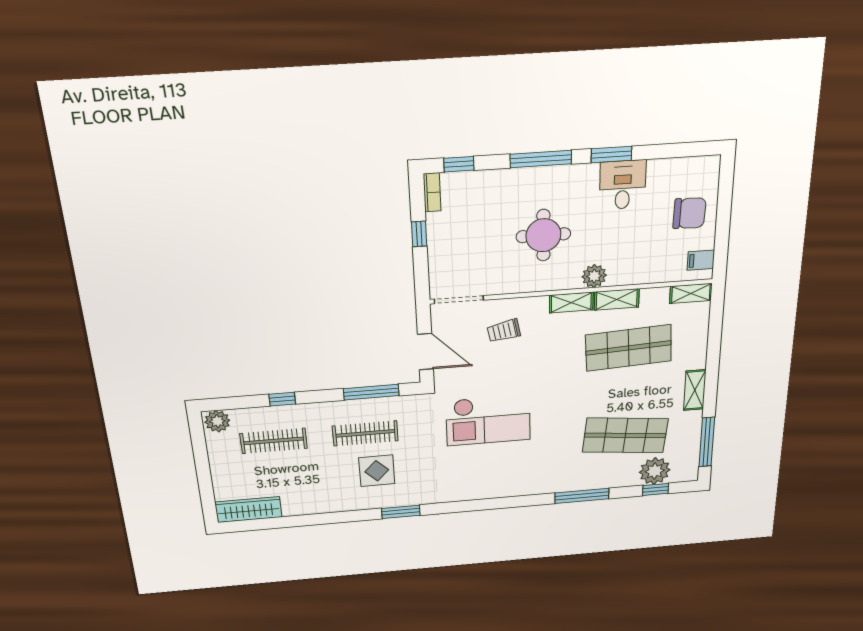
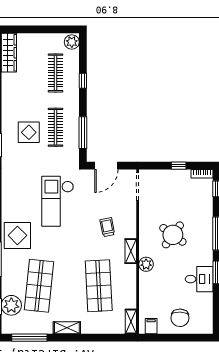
round table: (543, 235) -> (173, 235), turned 36
shelving: (617, 299) -> (131, 278), removed
trolley: (504, 331) -> (107, 227), moved
display table: (545, 472) -> (17, 235), added

